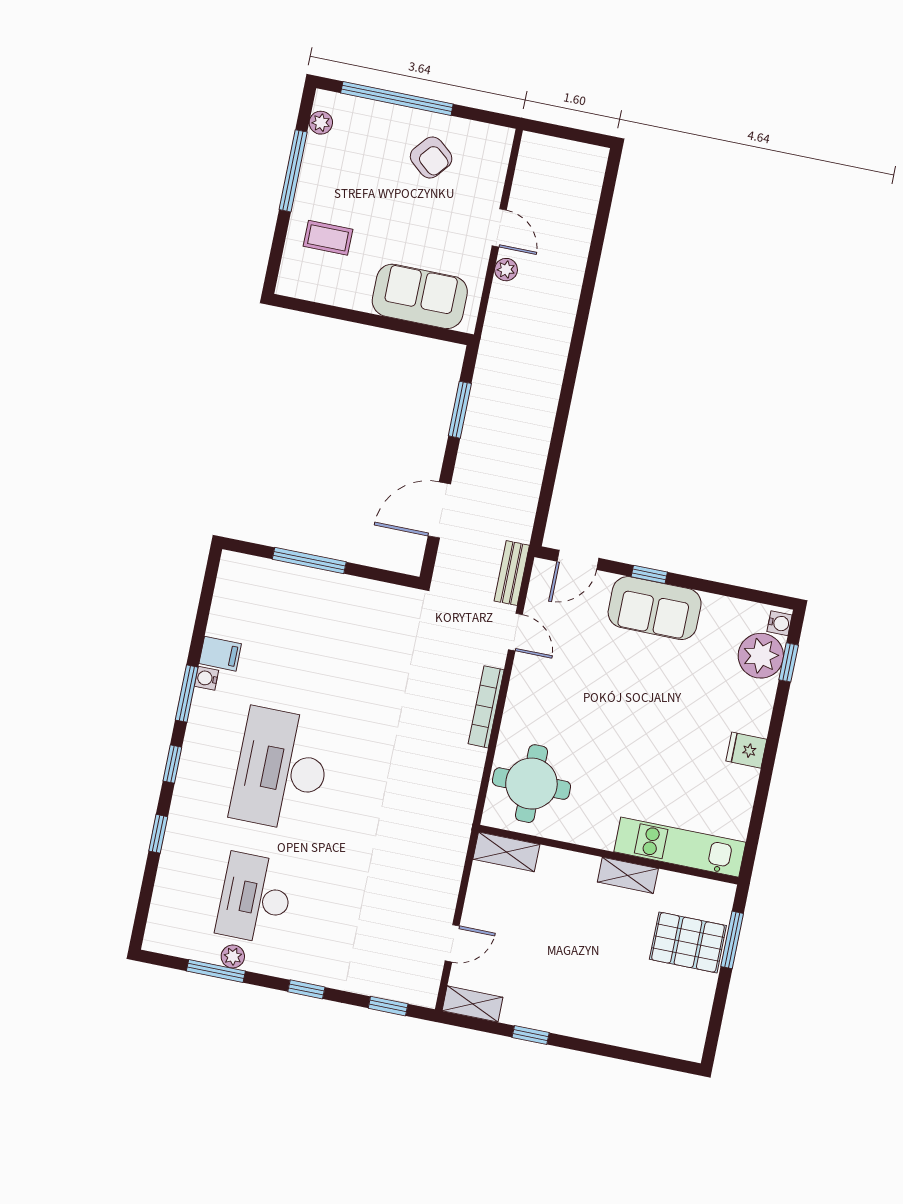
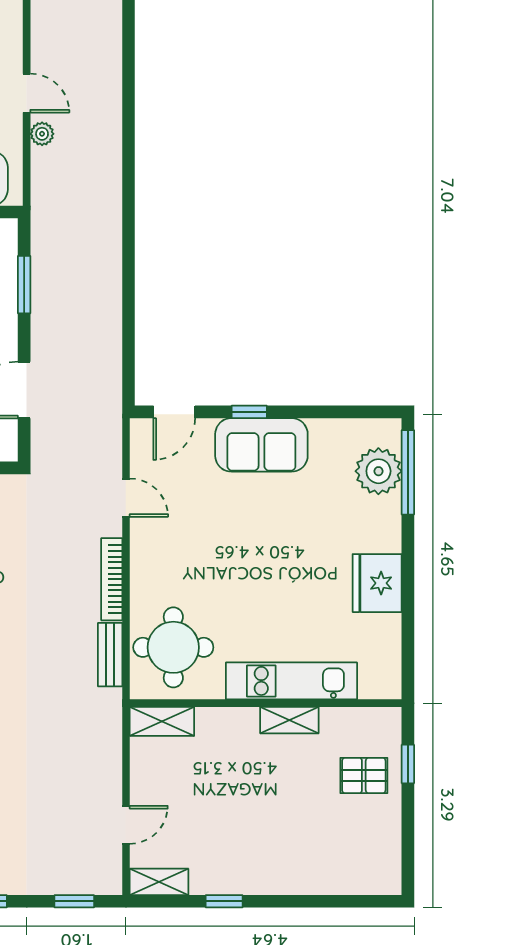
bench: (512, 573) -> (110, 655), moved
water cooler: (780, 623) -> (391, 434), removed
window: (789, 662) -> (408, 472), width x2.17
fridge: (746, 750) -> (377, 583), width x1.88, depth x1.34
kitchen unit: (680, 847) -> (291, 681), moved
window: (732, 940) -> (408, 764), width x0.67
pallet: (688, 942) -> (364, 776), width x0.67, depth x0.71

